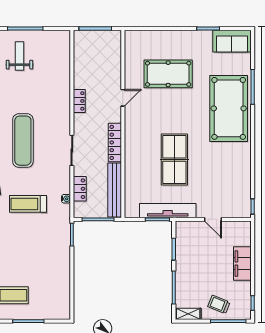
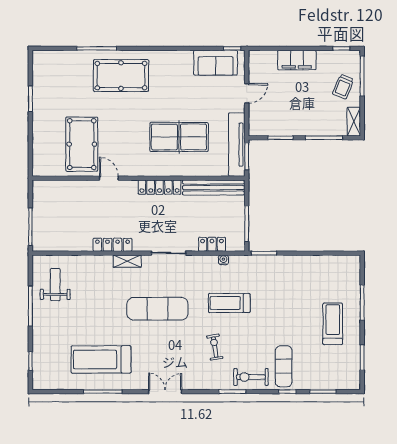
sofa: (232, 41) -> (216, 63), moved, turned 90
weight bench: (19, 56) -> (55, 285), moved, turned 90
door: (123, 98) -> (109, 178), moved
locker: (79, 101) -> (113, 245), width x1.53
pool table: (229, 108) -> (121, 76), width x0.73, depth x0.76
shelving: (65, 114) -> (127, 261), added
wall: (123, 124) -> (139, 178), moved
locker: (115, 142) -> (160, 187), moved
bench: (115, 190) -> (213, 188), moved
treadmill: (28, 204) -> (229, 303), turned 90

